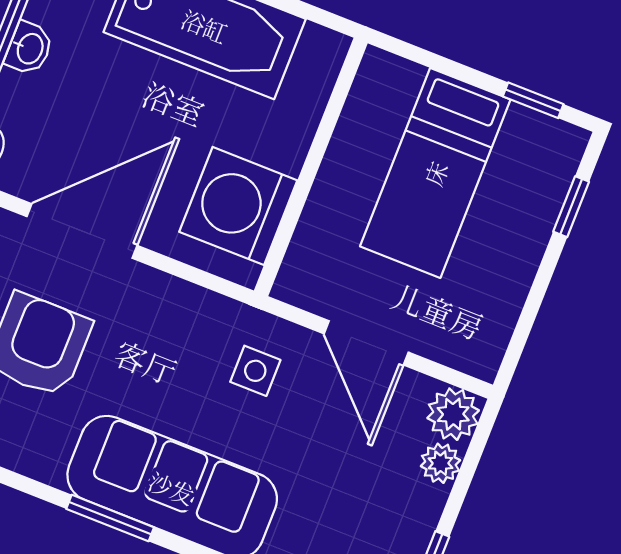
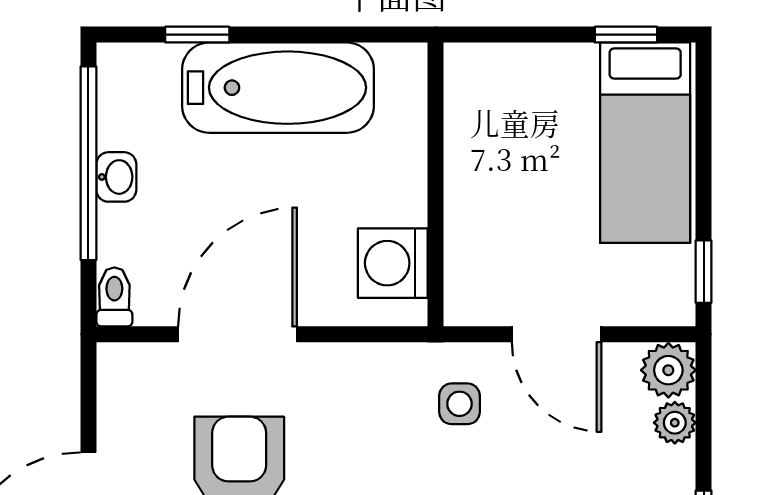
bed: (435, 173) -> (645, 143), moved
washing machine: (238, 206) -> (393, 263), width x0.73, depth x0.73
window: (571, 207) -> (704, 272), moved

